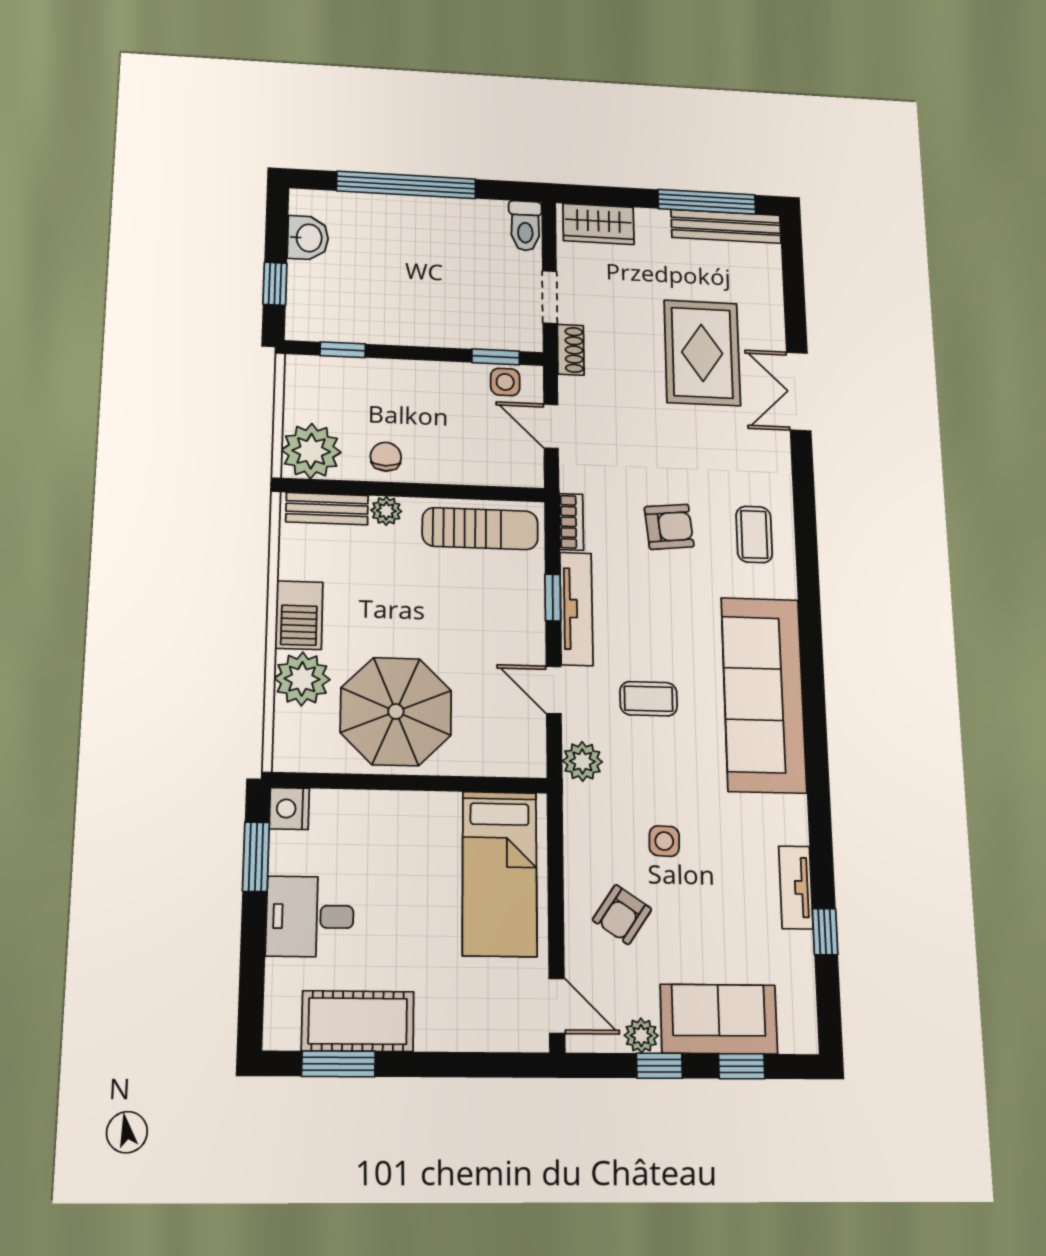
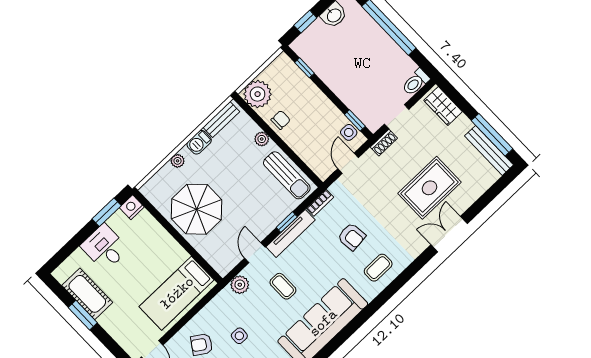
bench: (327, 509) -> (221, 120), moved, turned 90
barbecue: (299, 615) -> (199, 142), width x0.73, depth x0.79
plant: (302, 679) -> (178, 161), width x0.53, depth x0.53
window: (338, 1064) -> (83, 315), moved

